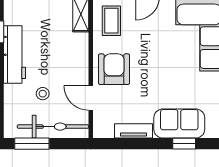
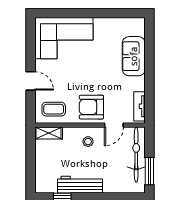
stool: (43, 94) -> (88, 142), moved
tv unit: (134, 131) -> (140, 106), moved
window: (184, 144) -> (149, 52), removed

